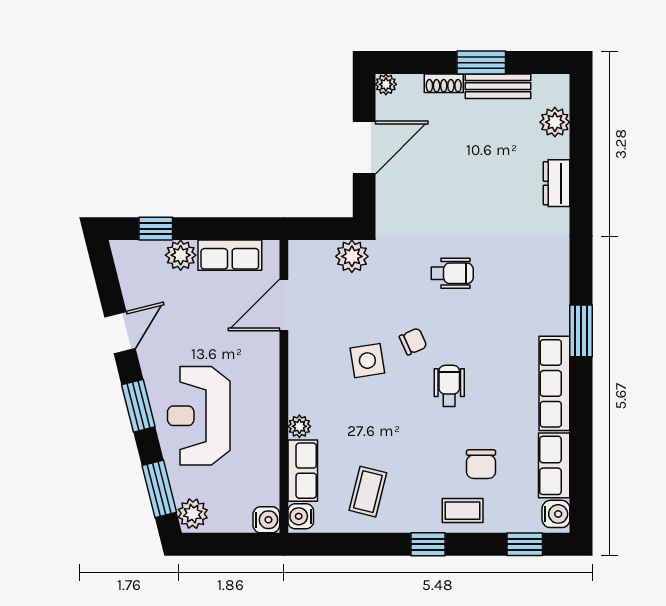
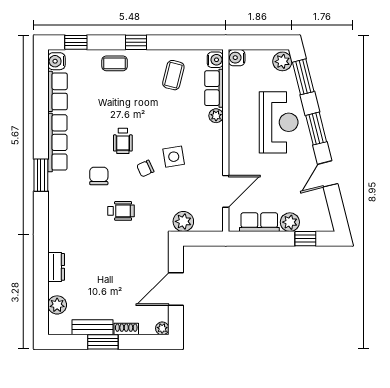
wheelchair: (452, 273) -> (121, 211), turned 180
chair: (481, 464) -> (99, 176), moved

